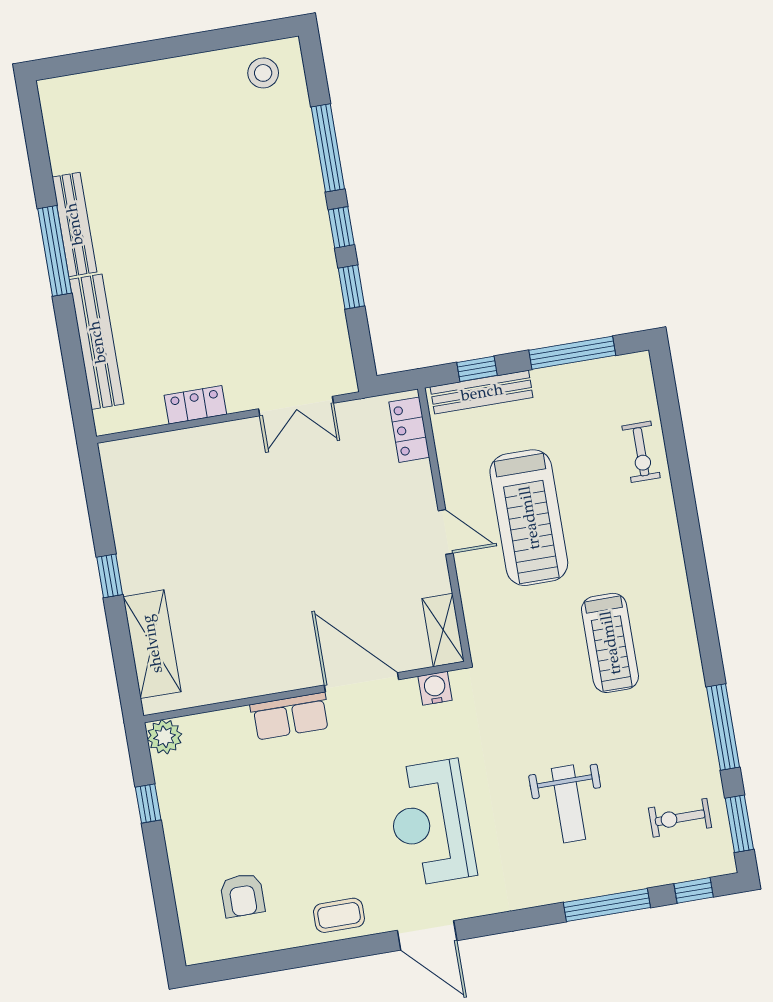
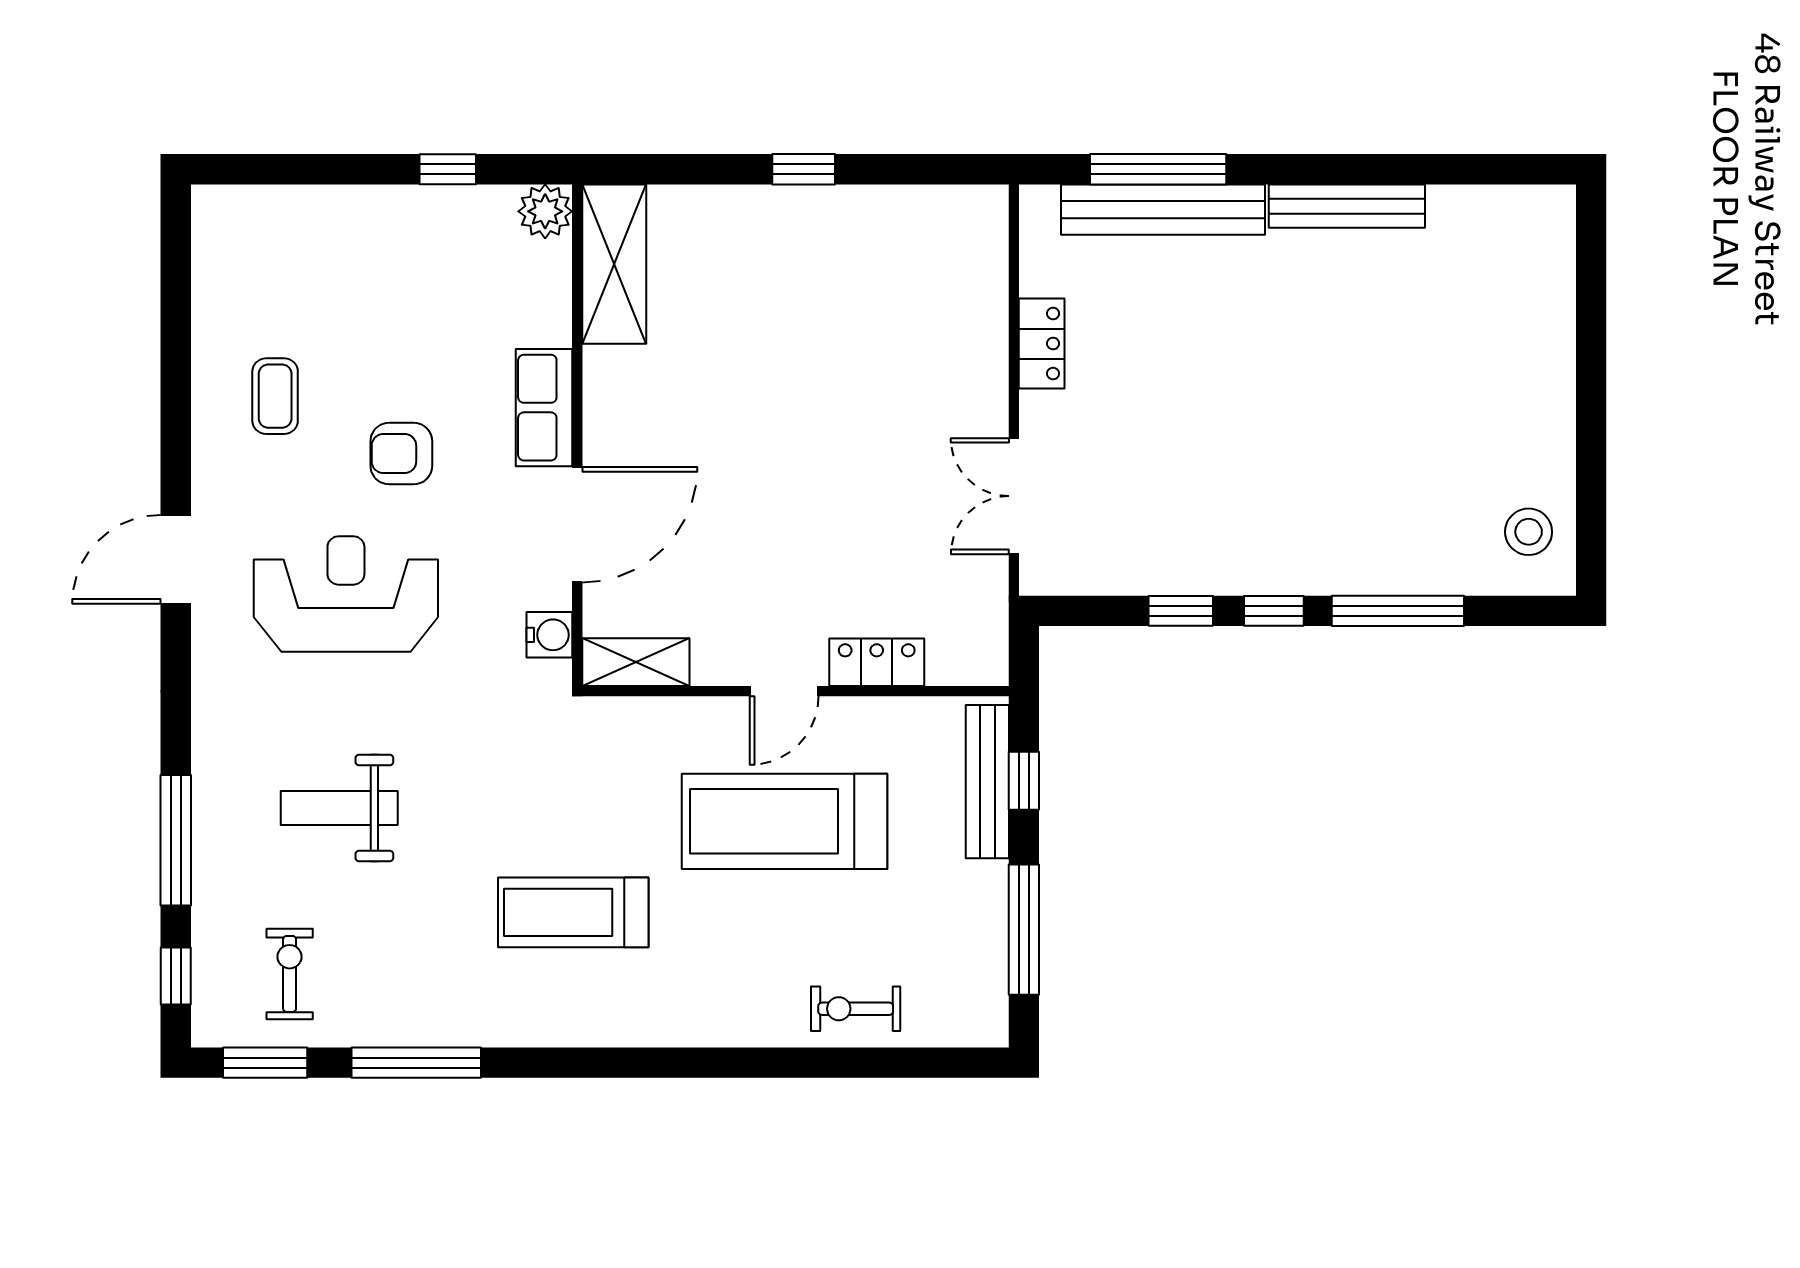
window: (55, 251) -> (1158, 169), moved
locker: (409, 430) -> (877, 662), moved
shelving: (152, 644) -> (614, 264), moved, turned 90
armchair: (242, 895) -> (401, 454), moved
coffee table: (339, 915) -> (275, 396), moved

